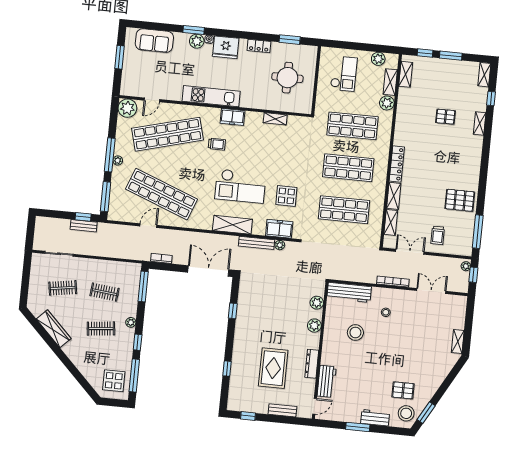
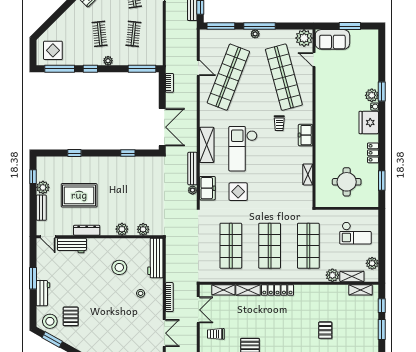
sofa: (154, 41) -> (332, 39), moved, turned -90
kitchen unit: (211, 96) -> (323, 114), removed
plant: (261, 406) -> (43, 187), added

